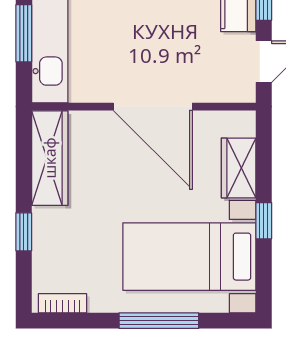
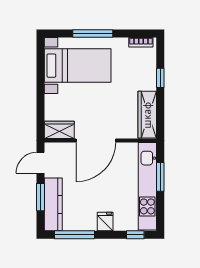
door: (153, 107) -> (96, 140), swing flipped
wardrobe: (239, 168) -> (59, 130), moved, turned -90
window: (264, 221) -> (40, 83), removed

